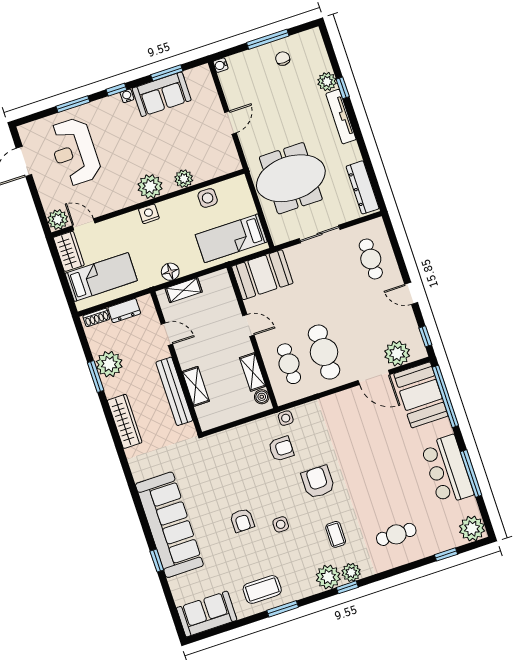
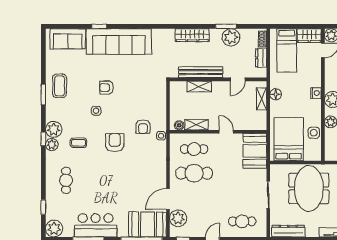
bed: (231, 238) -> (289, 139), width x1.50
door: (248, 325) -> (226, 132), swing flipped
armchair: (318, 482) -> (115, 143), turned -90
sofa: (207, 614) -> (68, 39), moved, turned 90

